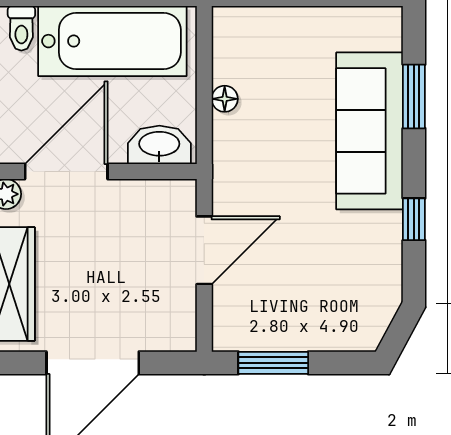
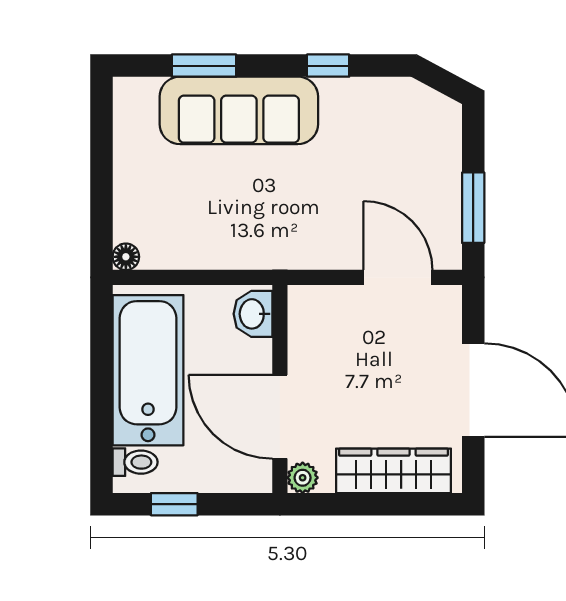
floor lamp: (225, 99) -> (126, 257), moved
washbasin: (159, 145) -> (253, 314), width x0.72
door: (204, 250) -> (398, 277), moved

